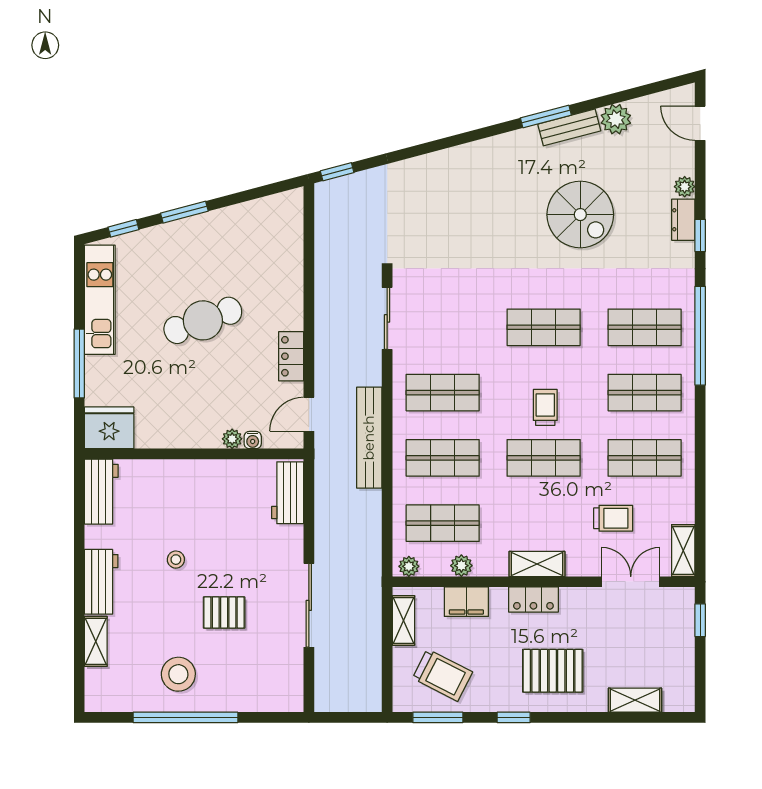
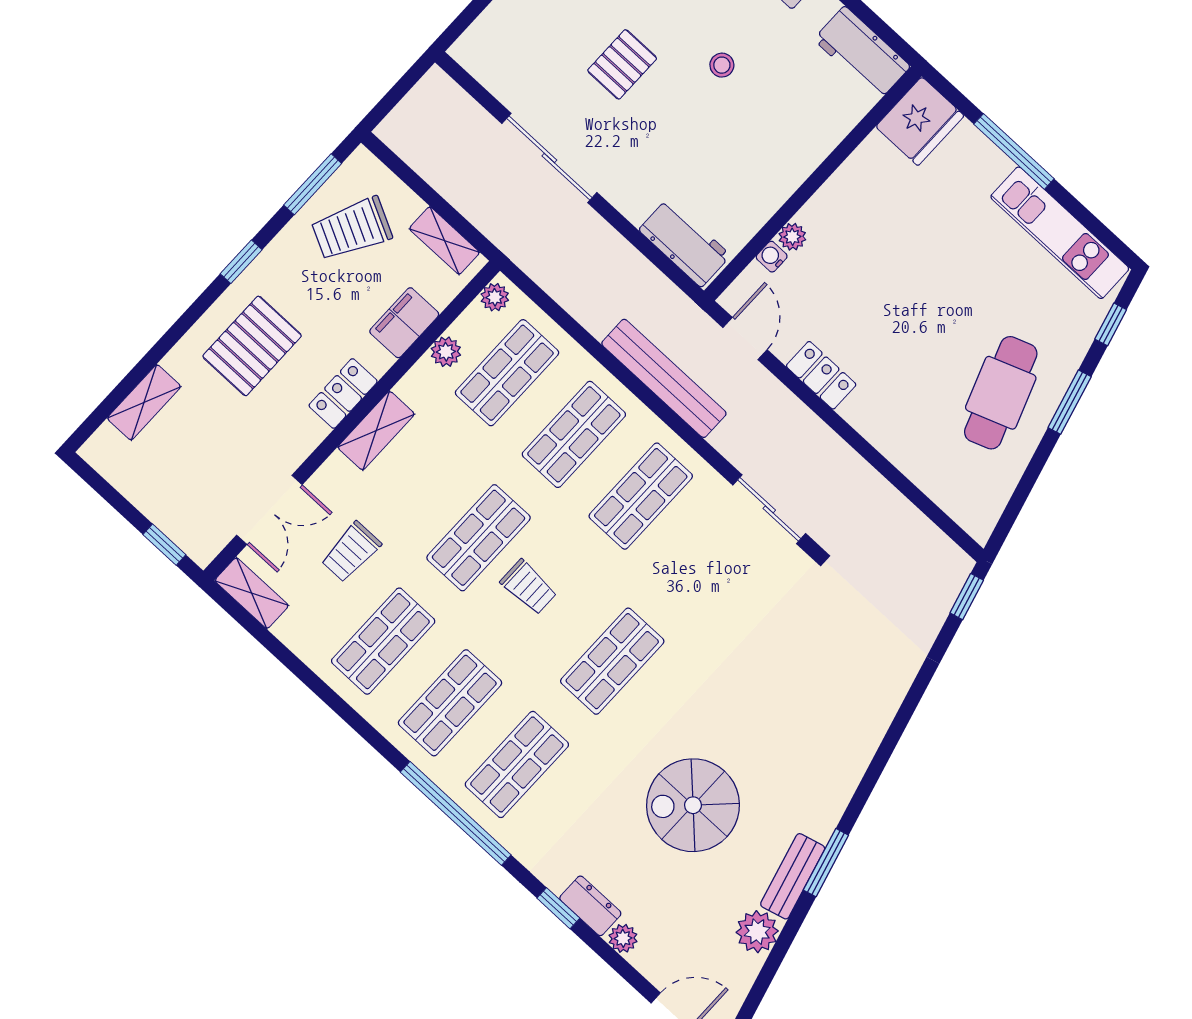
cafe table: (203, 320) -> (1001, 393), moved

